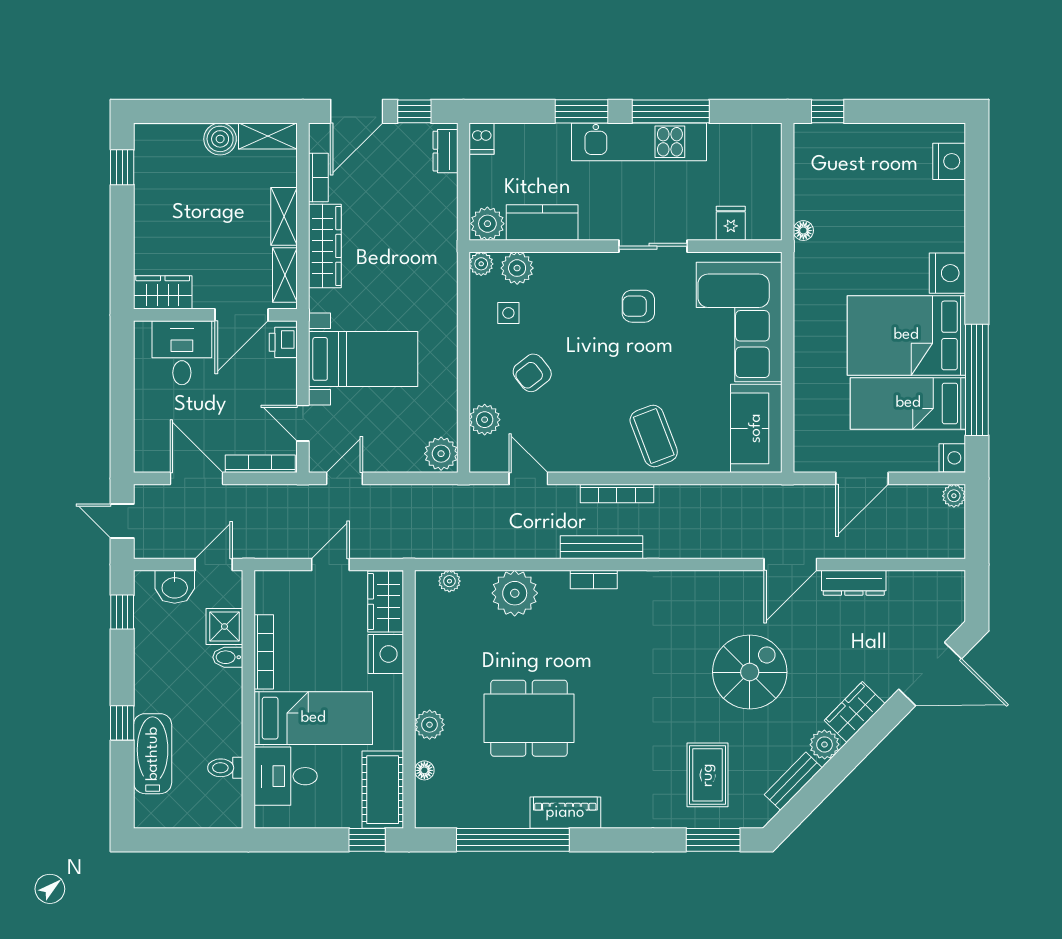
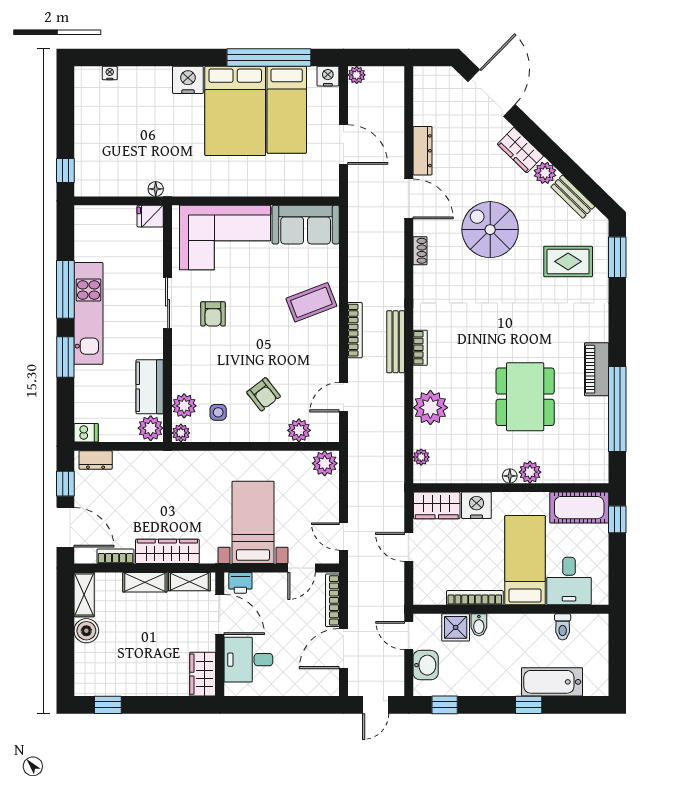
nightstand: (949, 161) -> (110, 73), width x0.53, depth x0.56
fridge: (731, 223) -> (150, 216), moved
shoe rack: (722, 579) -> (420, 251), added
floor lamp: (424, 770) -> (510, 476), moved

